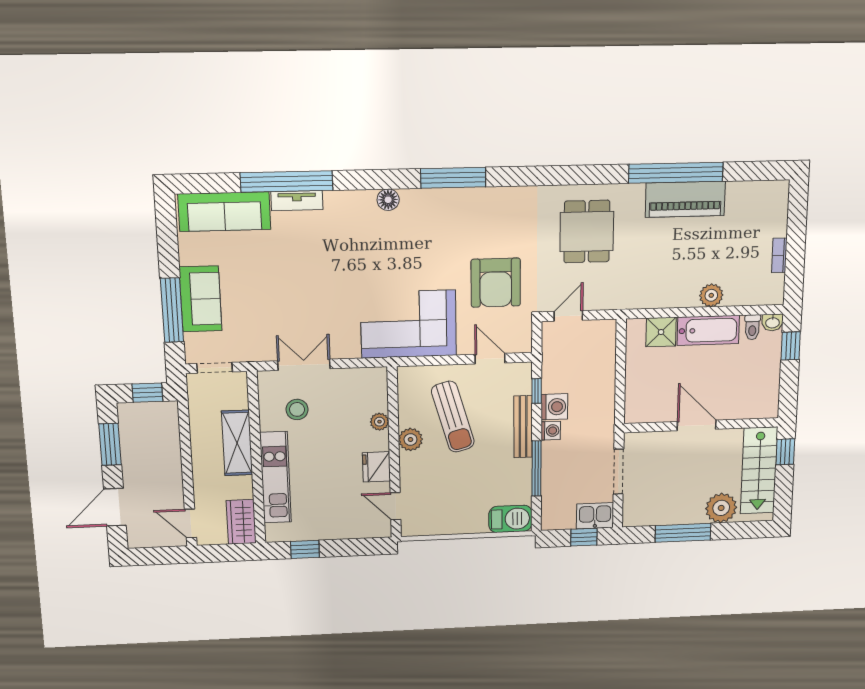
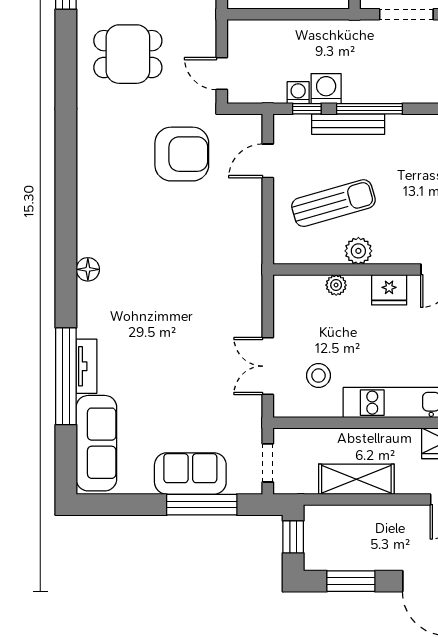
window: (453, 178) -> (66, 199), removed
corner sofa: (408, 324) -> (225, 250), removed
washing machine: (551, 431) -> (298, 93), moved
shelving: (237, 443) -> (356, 479), moved
window: (536, 469) -> (369, 109), moved

